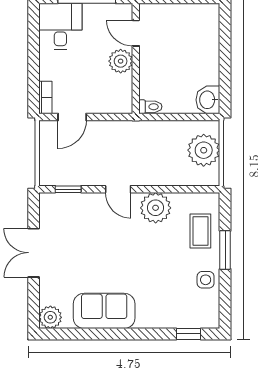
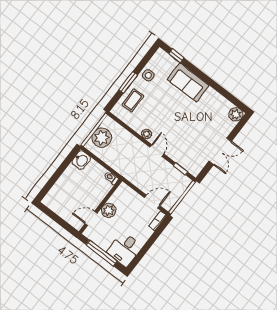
door: (136, 33) -> (91, 218), swing flipped
plant: (156, 208) -> (146, 134), width x0.53, depth x0.53
sofa: (104, 311) -> (188, 82), moved

